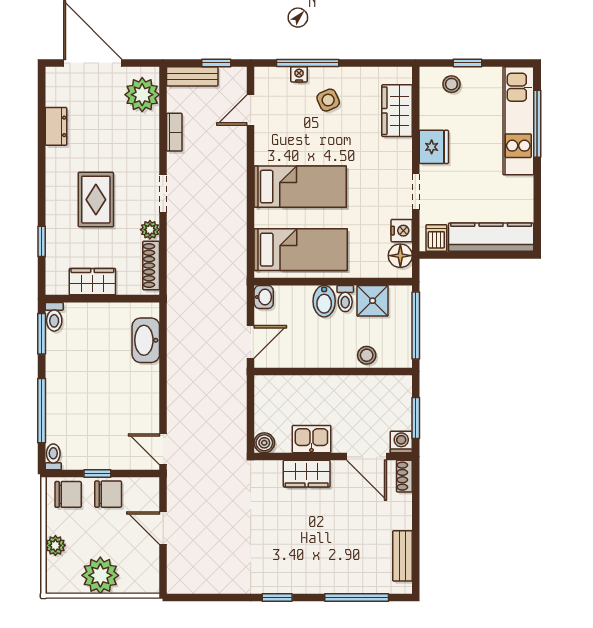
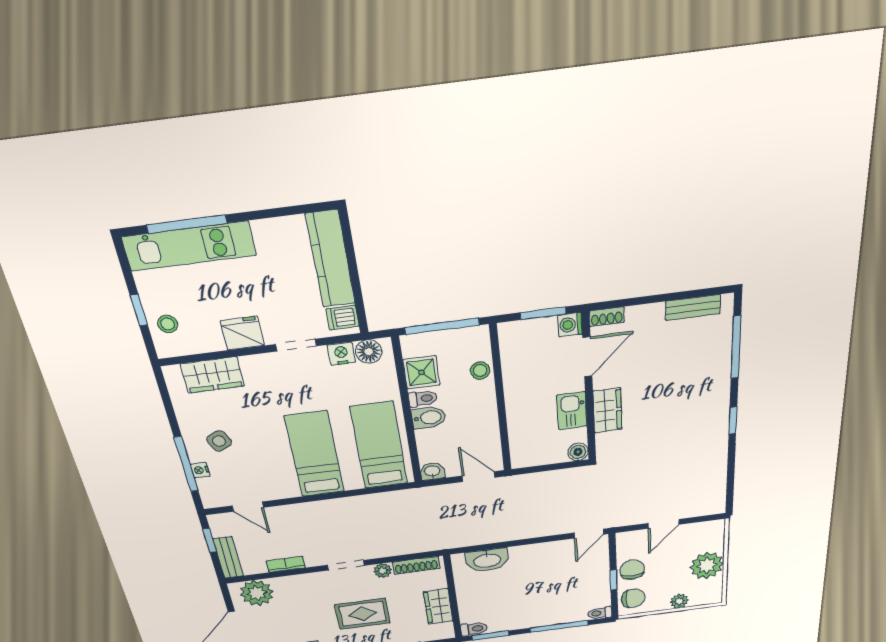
chair: (68, 494) -> (633, 598), turned 90

